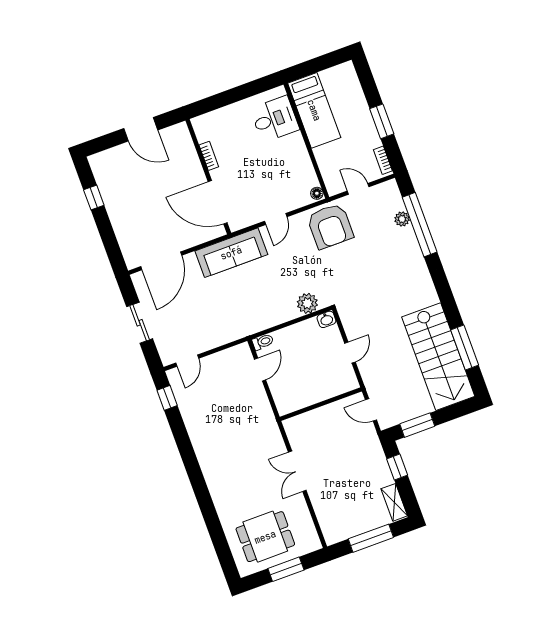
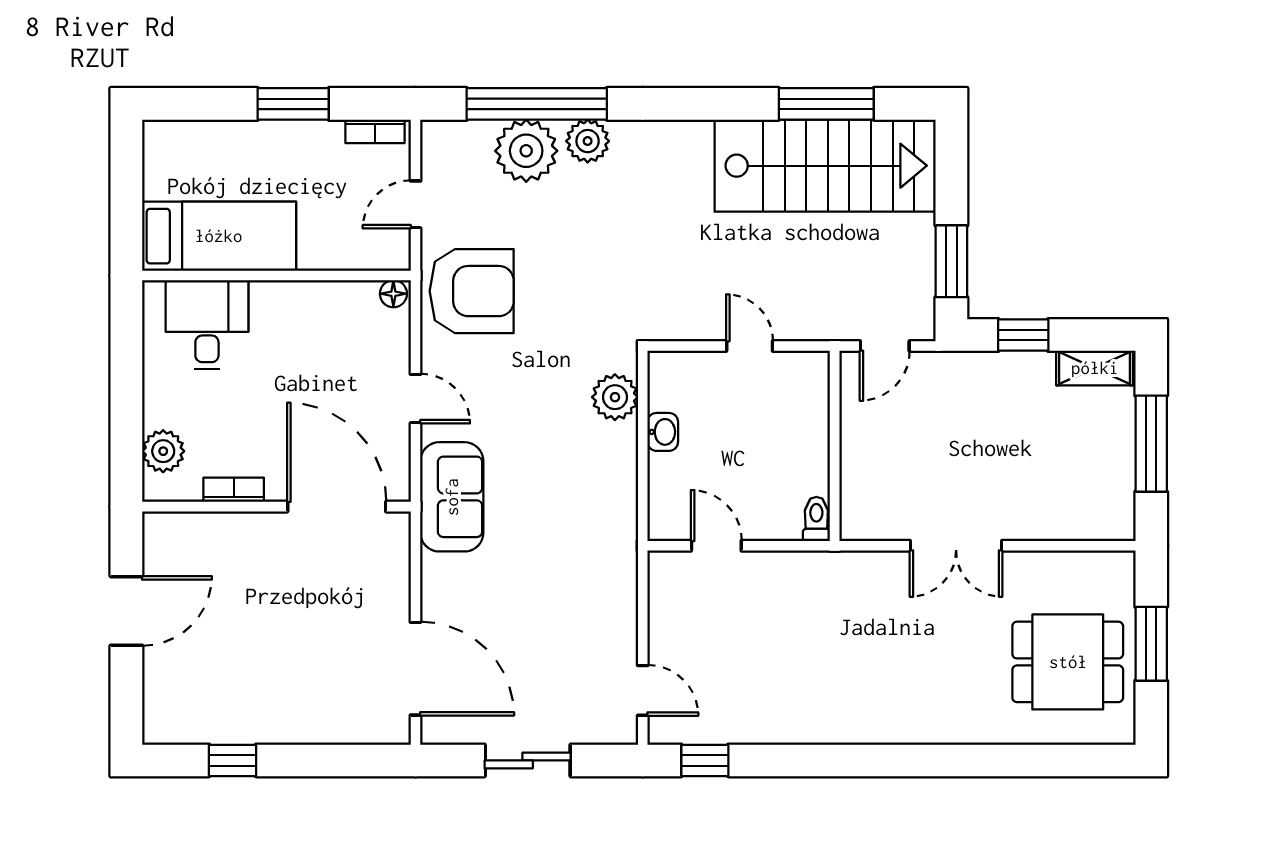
plant: (214, 120) -> (163, 451), added
door: (218, 202) -> (337, 507), swing flipped
plant: (402, 219) -> (526, 151), width x1.88, depth x1.88
plant: (412, 252) -> (588, 141), added
sofa: (231, 253) -> (452, 497), width x0.73
washbasin: (326, 319) -> (663, 432), moved
toilet: (263, 342) -> (816, 519), moved
dining table: (265, 537) -> (1068, 662), turned 90

